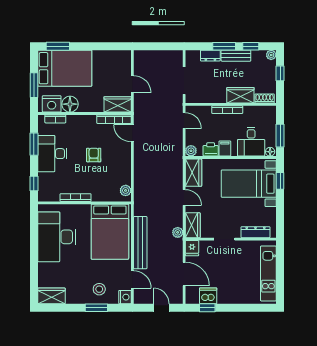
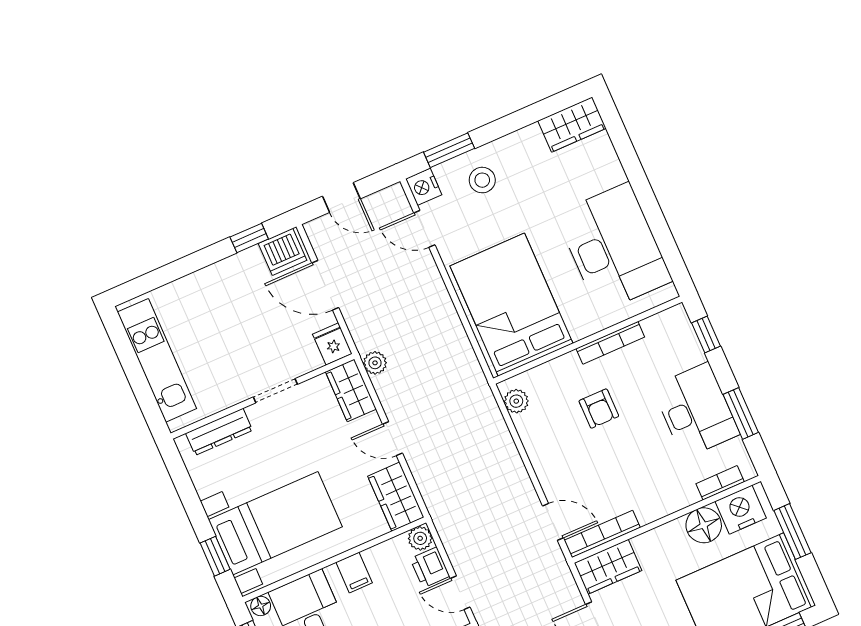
printer: (211, 149) -> (430, 567), moved, turned 90
armchair: (94, 155) -> (599, 409), moved
bench: (140, 243) -> (441, 309), removed
dishwasher: (208, 296) -> (283, 252), moved
window: (96, 308) -> (449, 150), moved

